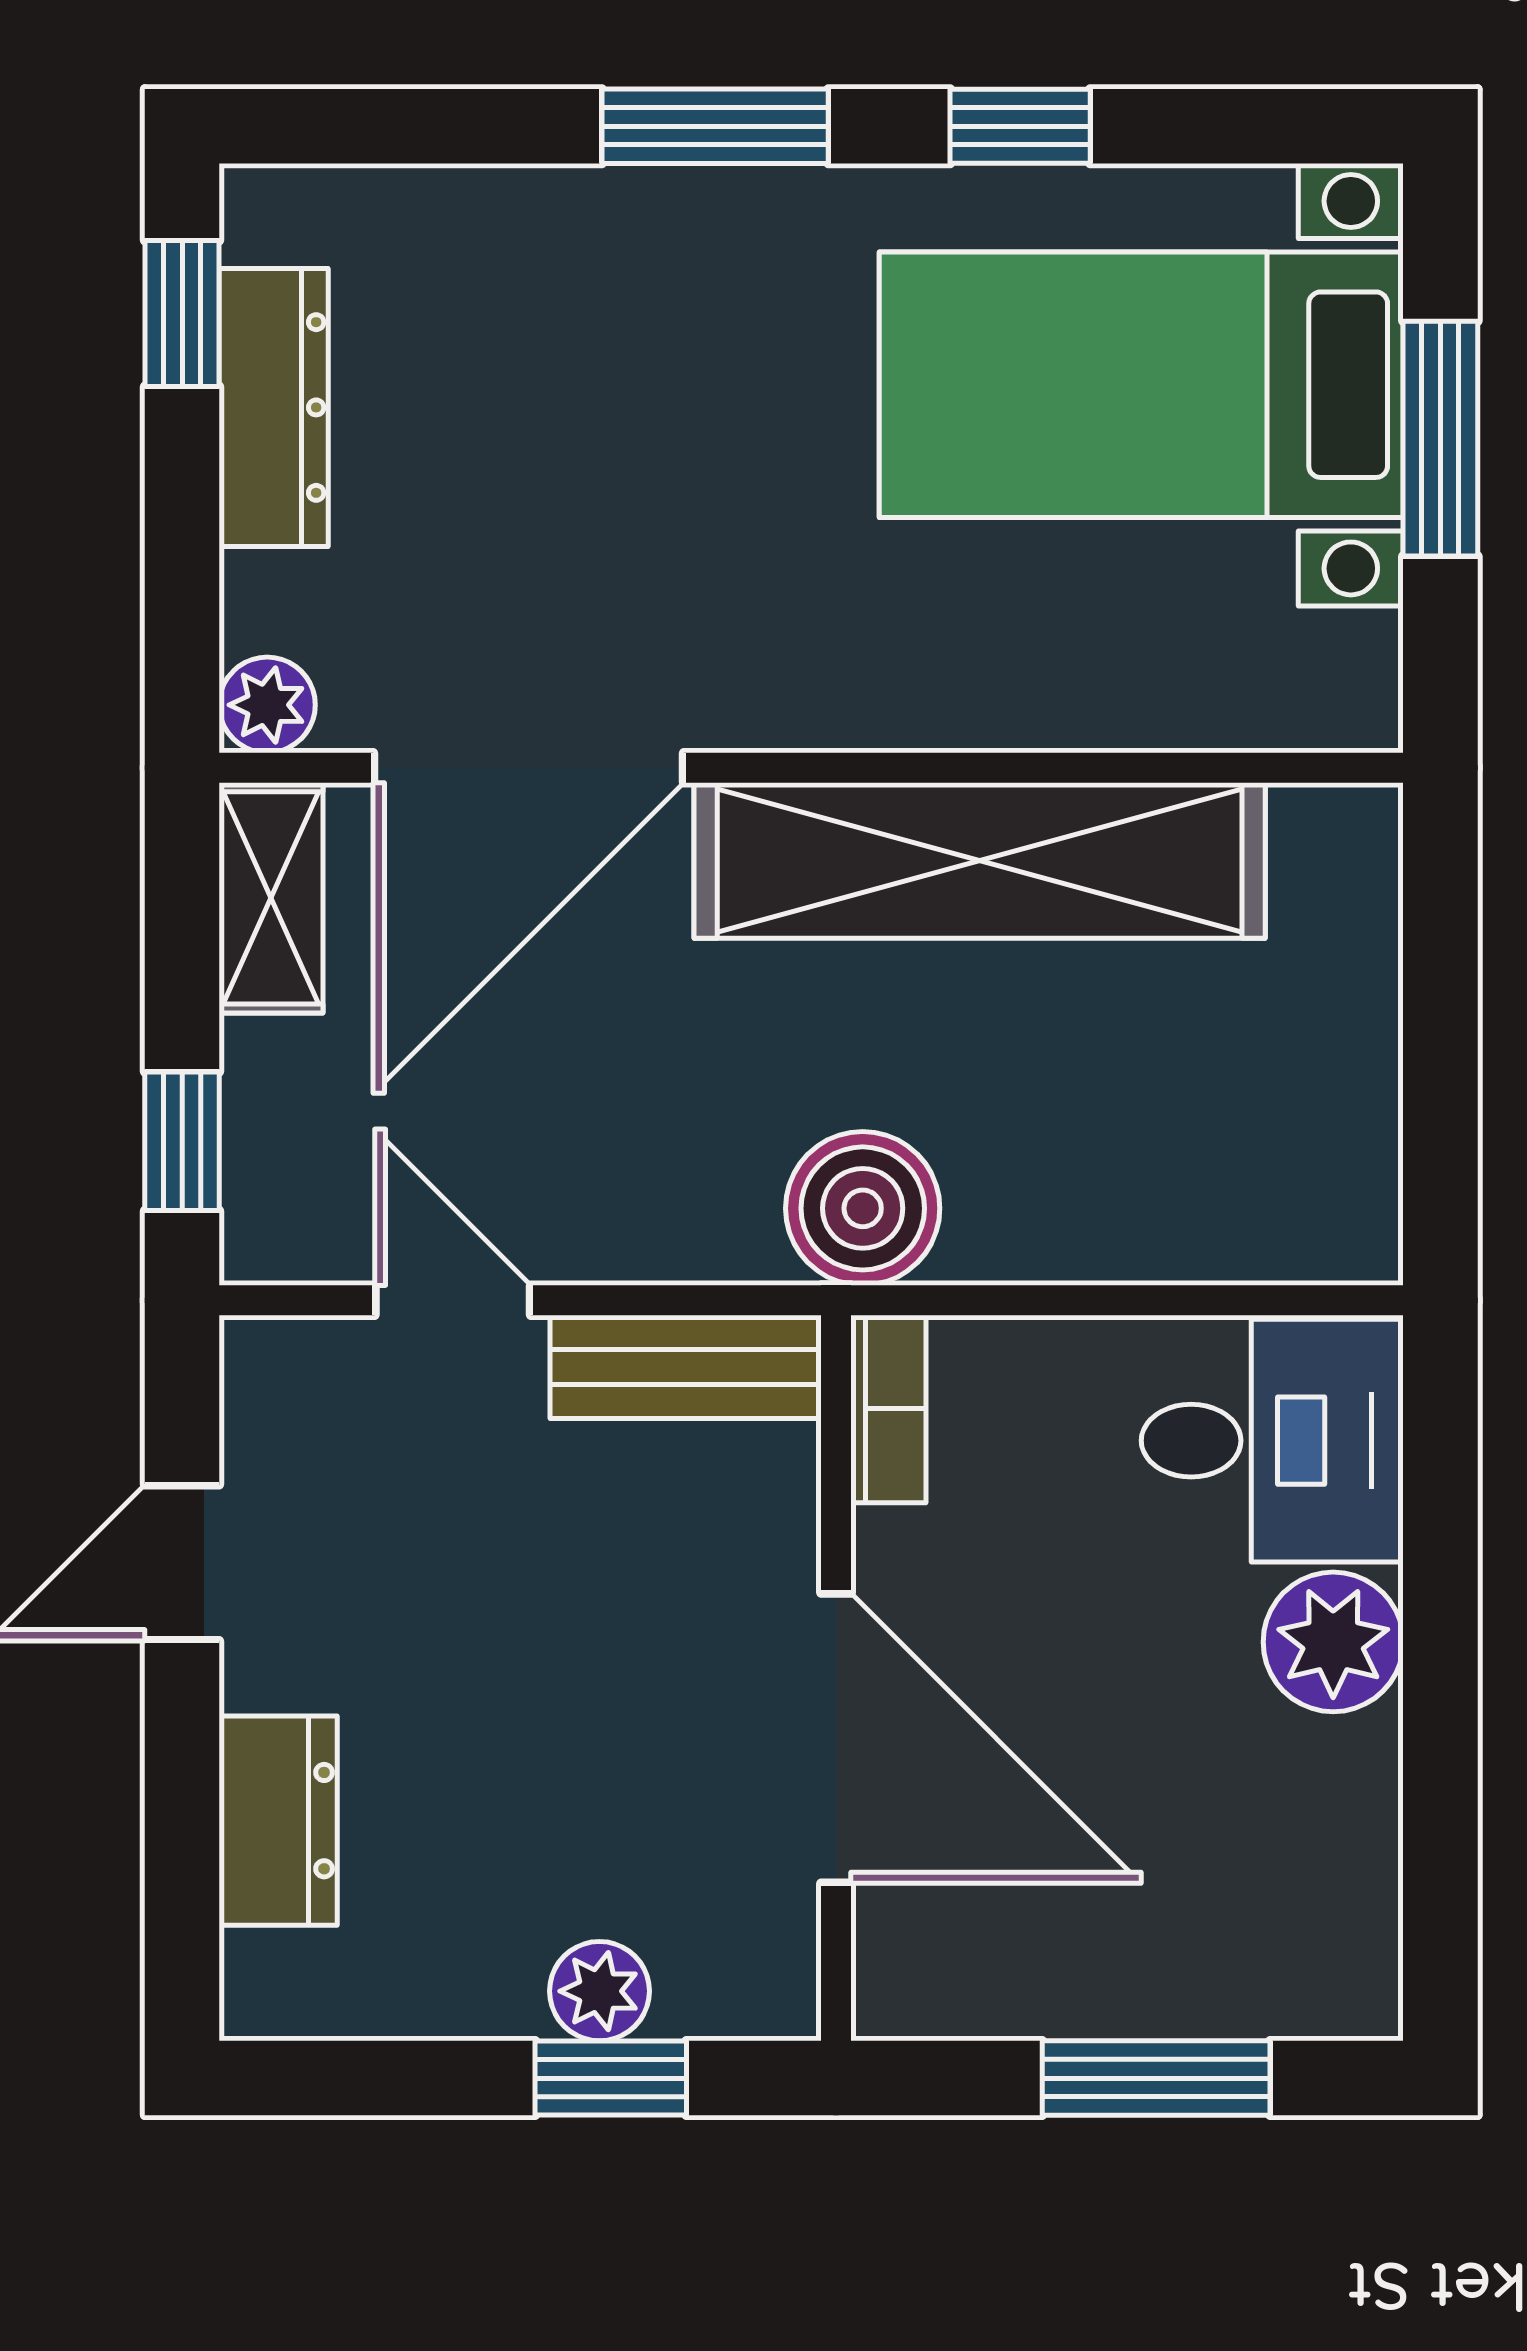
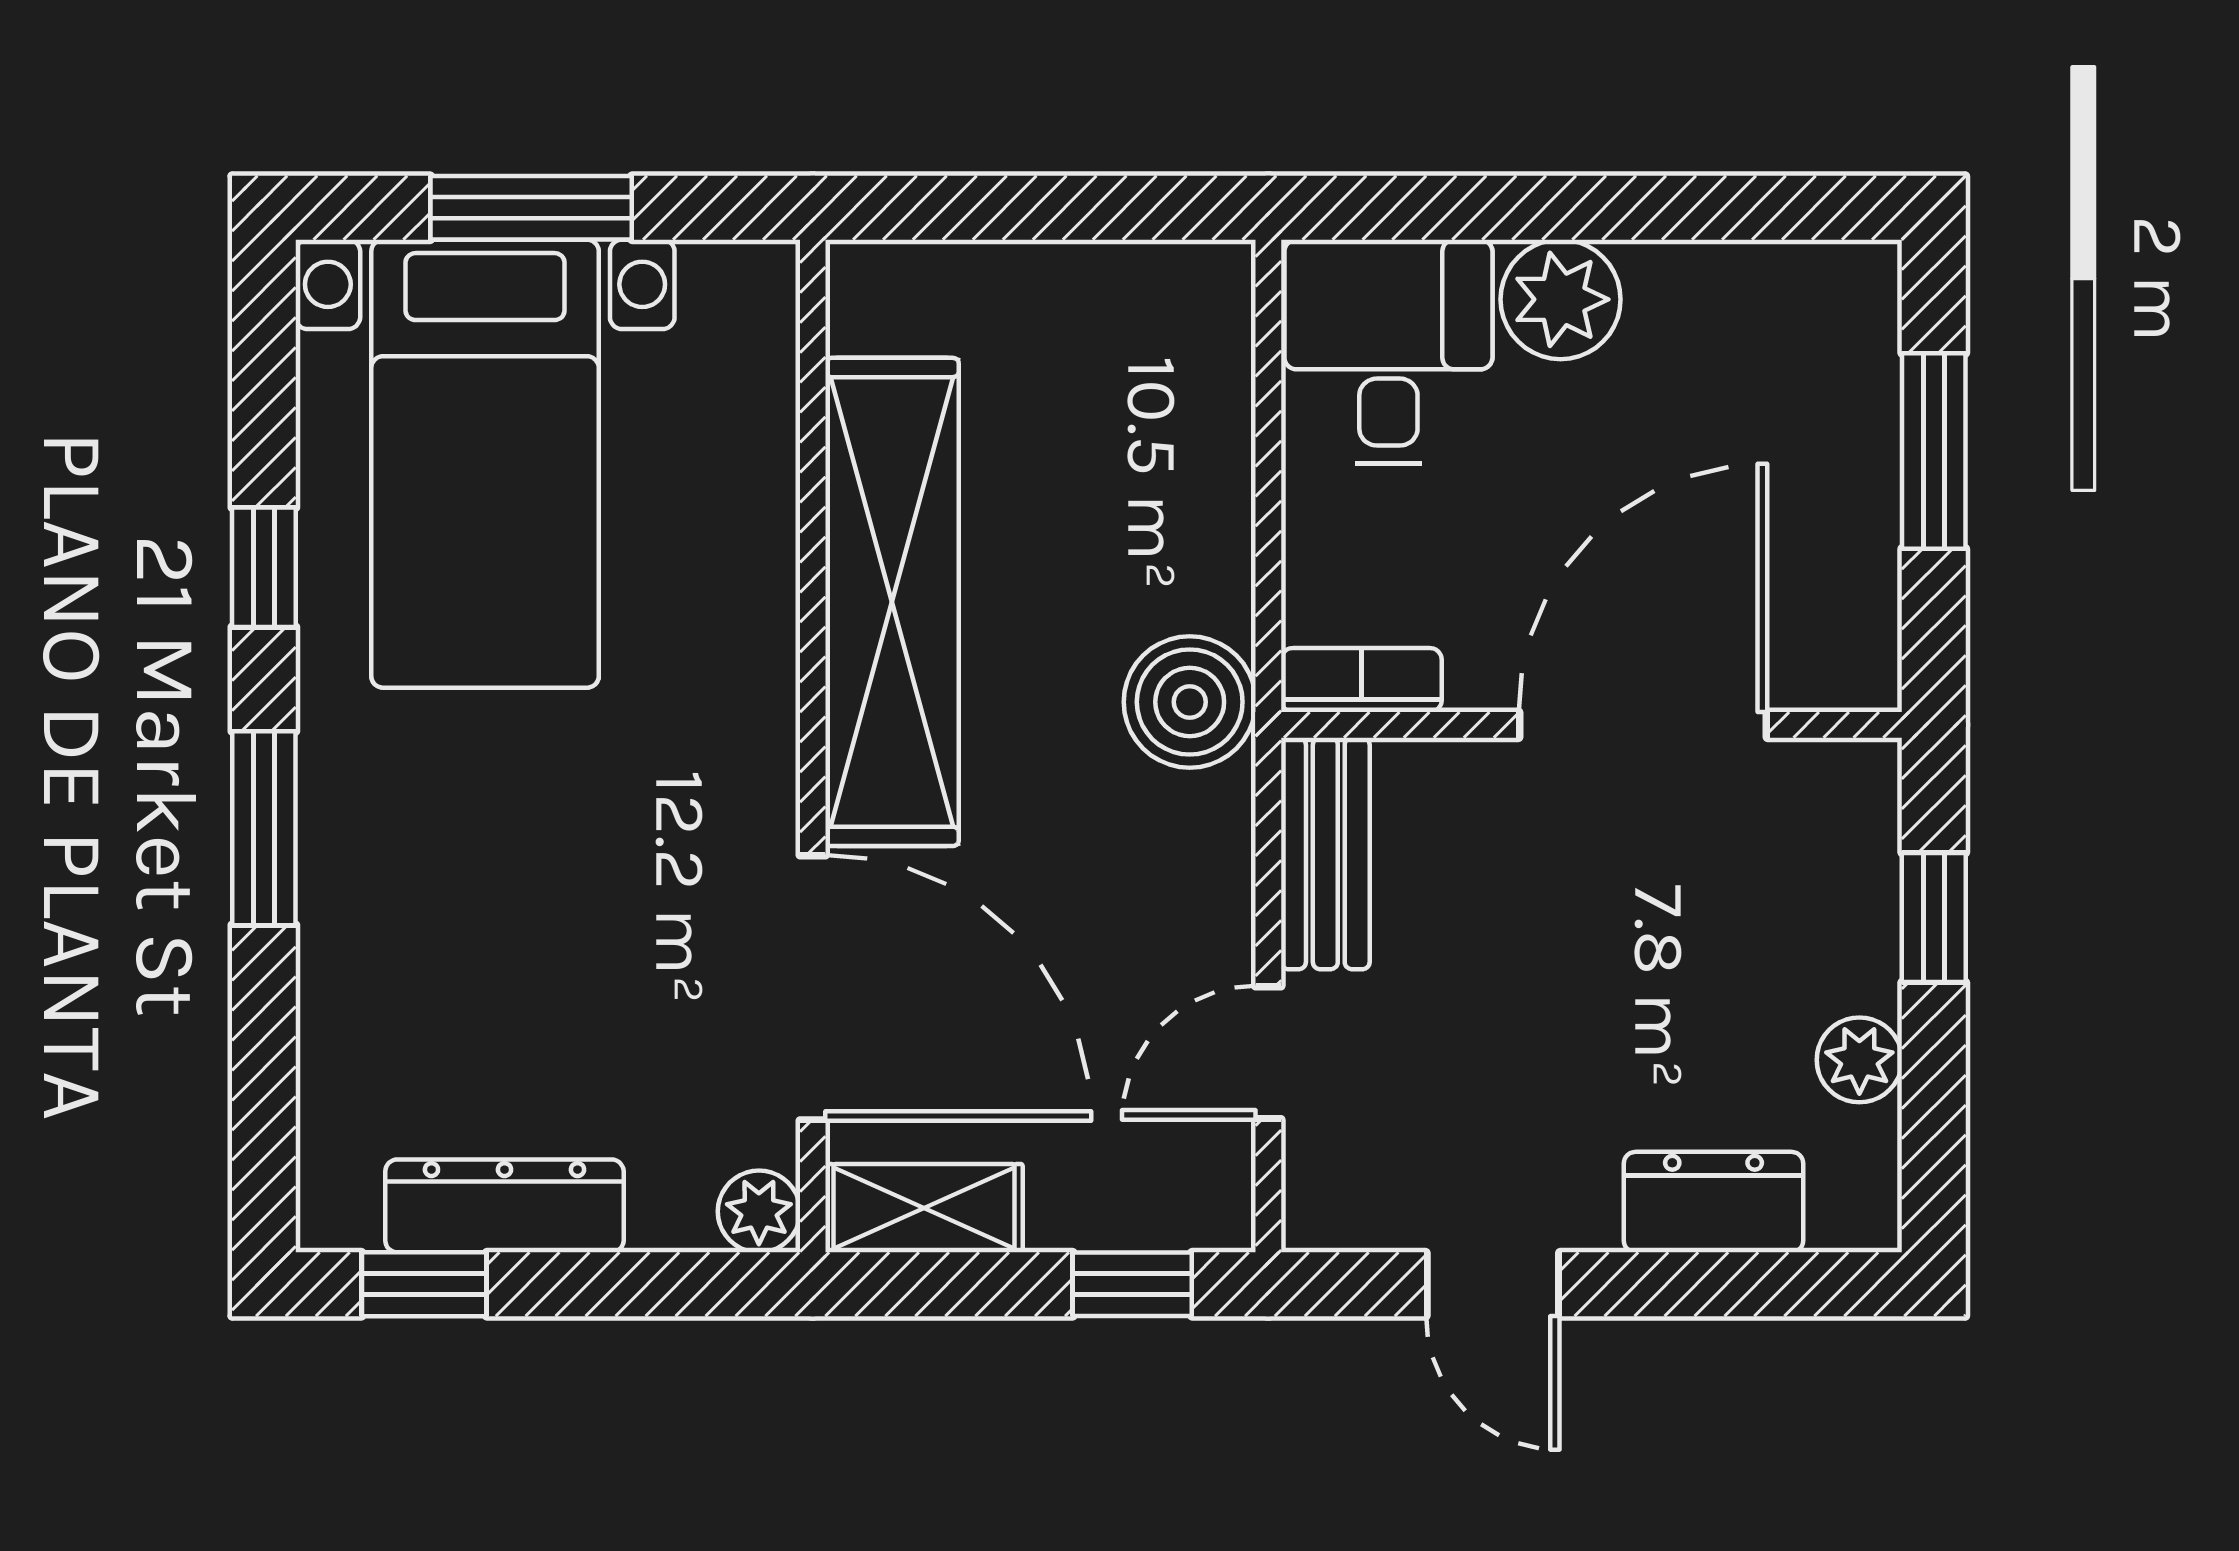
plant: (599, 1991) -> (1859, 1060), moved

